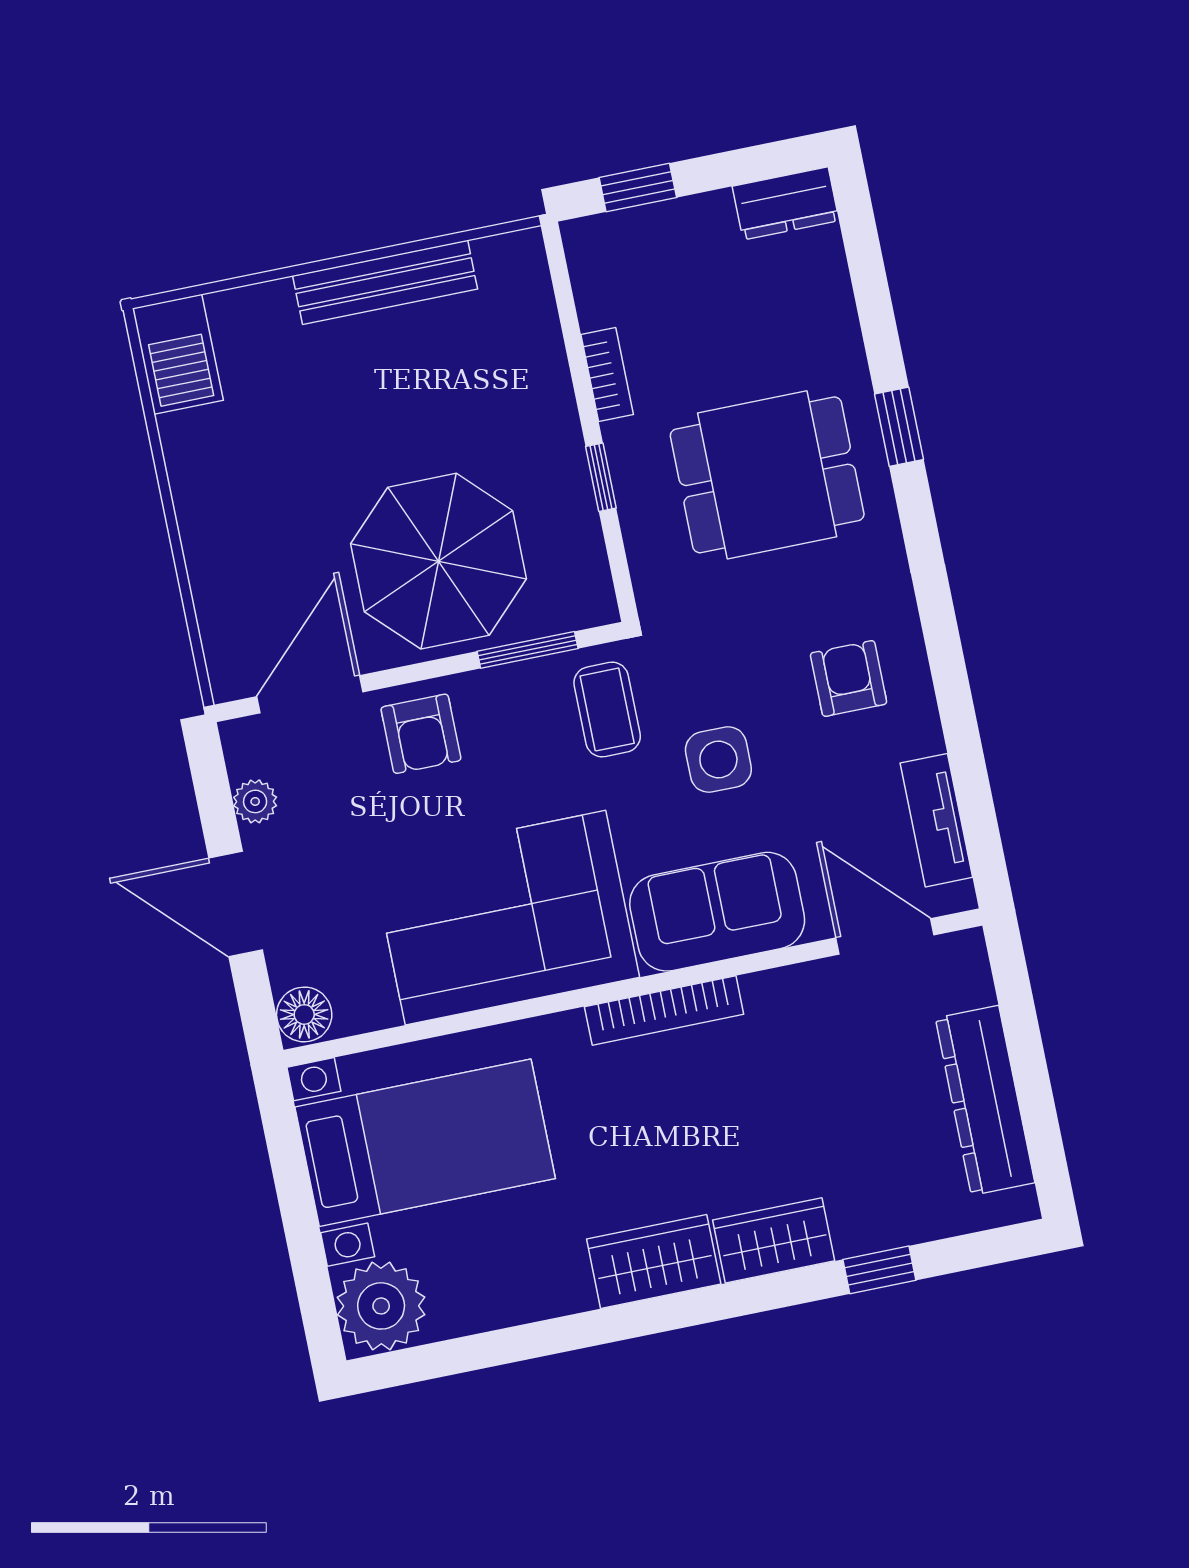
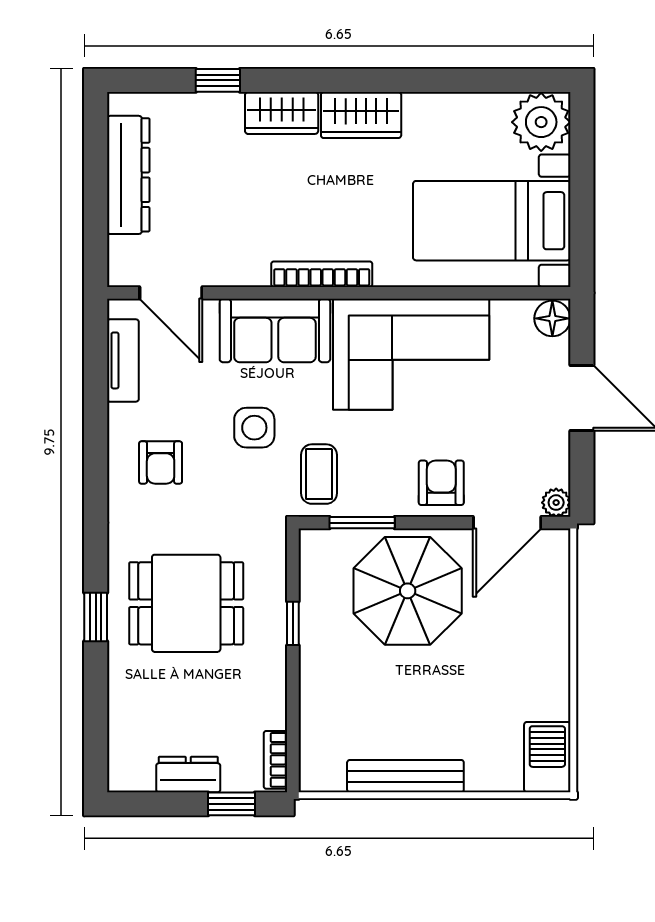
dresser: (786, 203) -> (188, 775), moved
bookcase: (607, 374) -> (275, 760), moved
plant: (255, 801) -> (556, 503), moved

